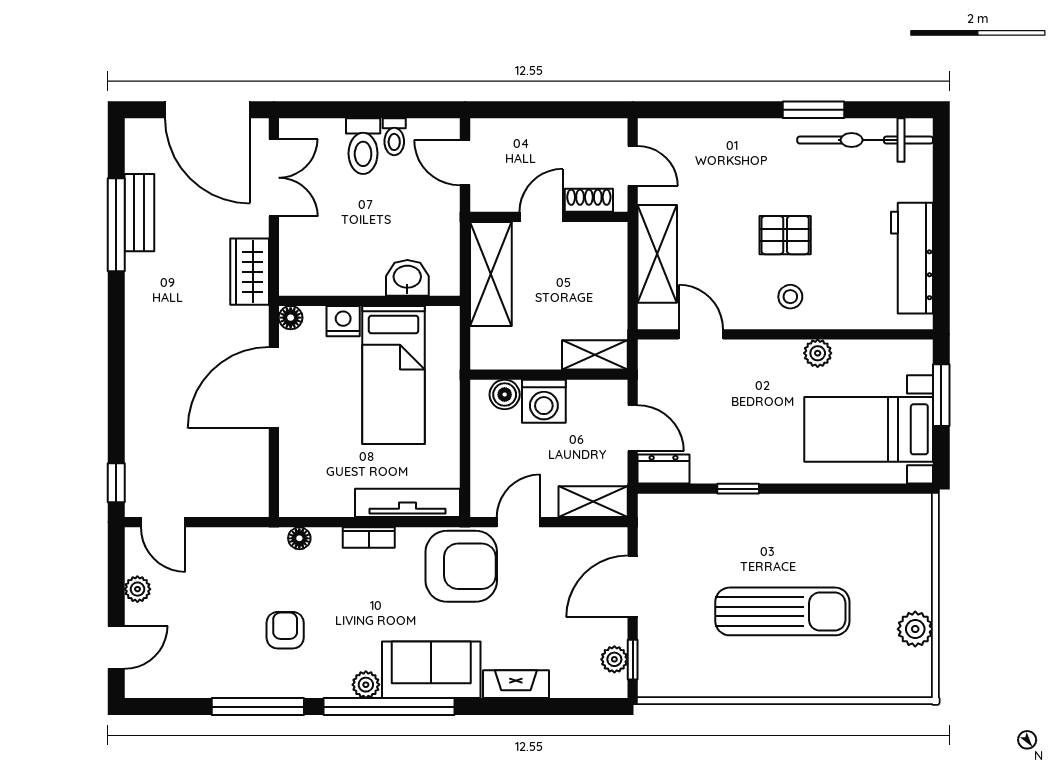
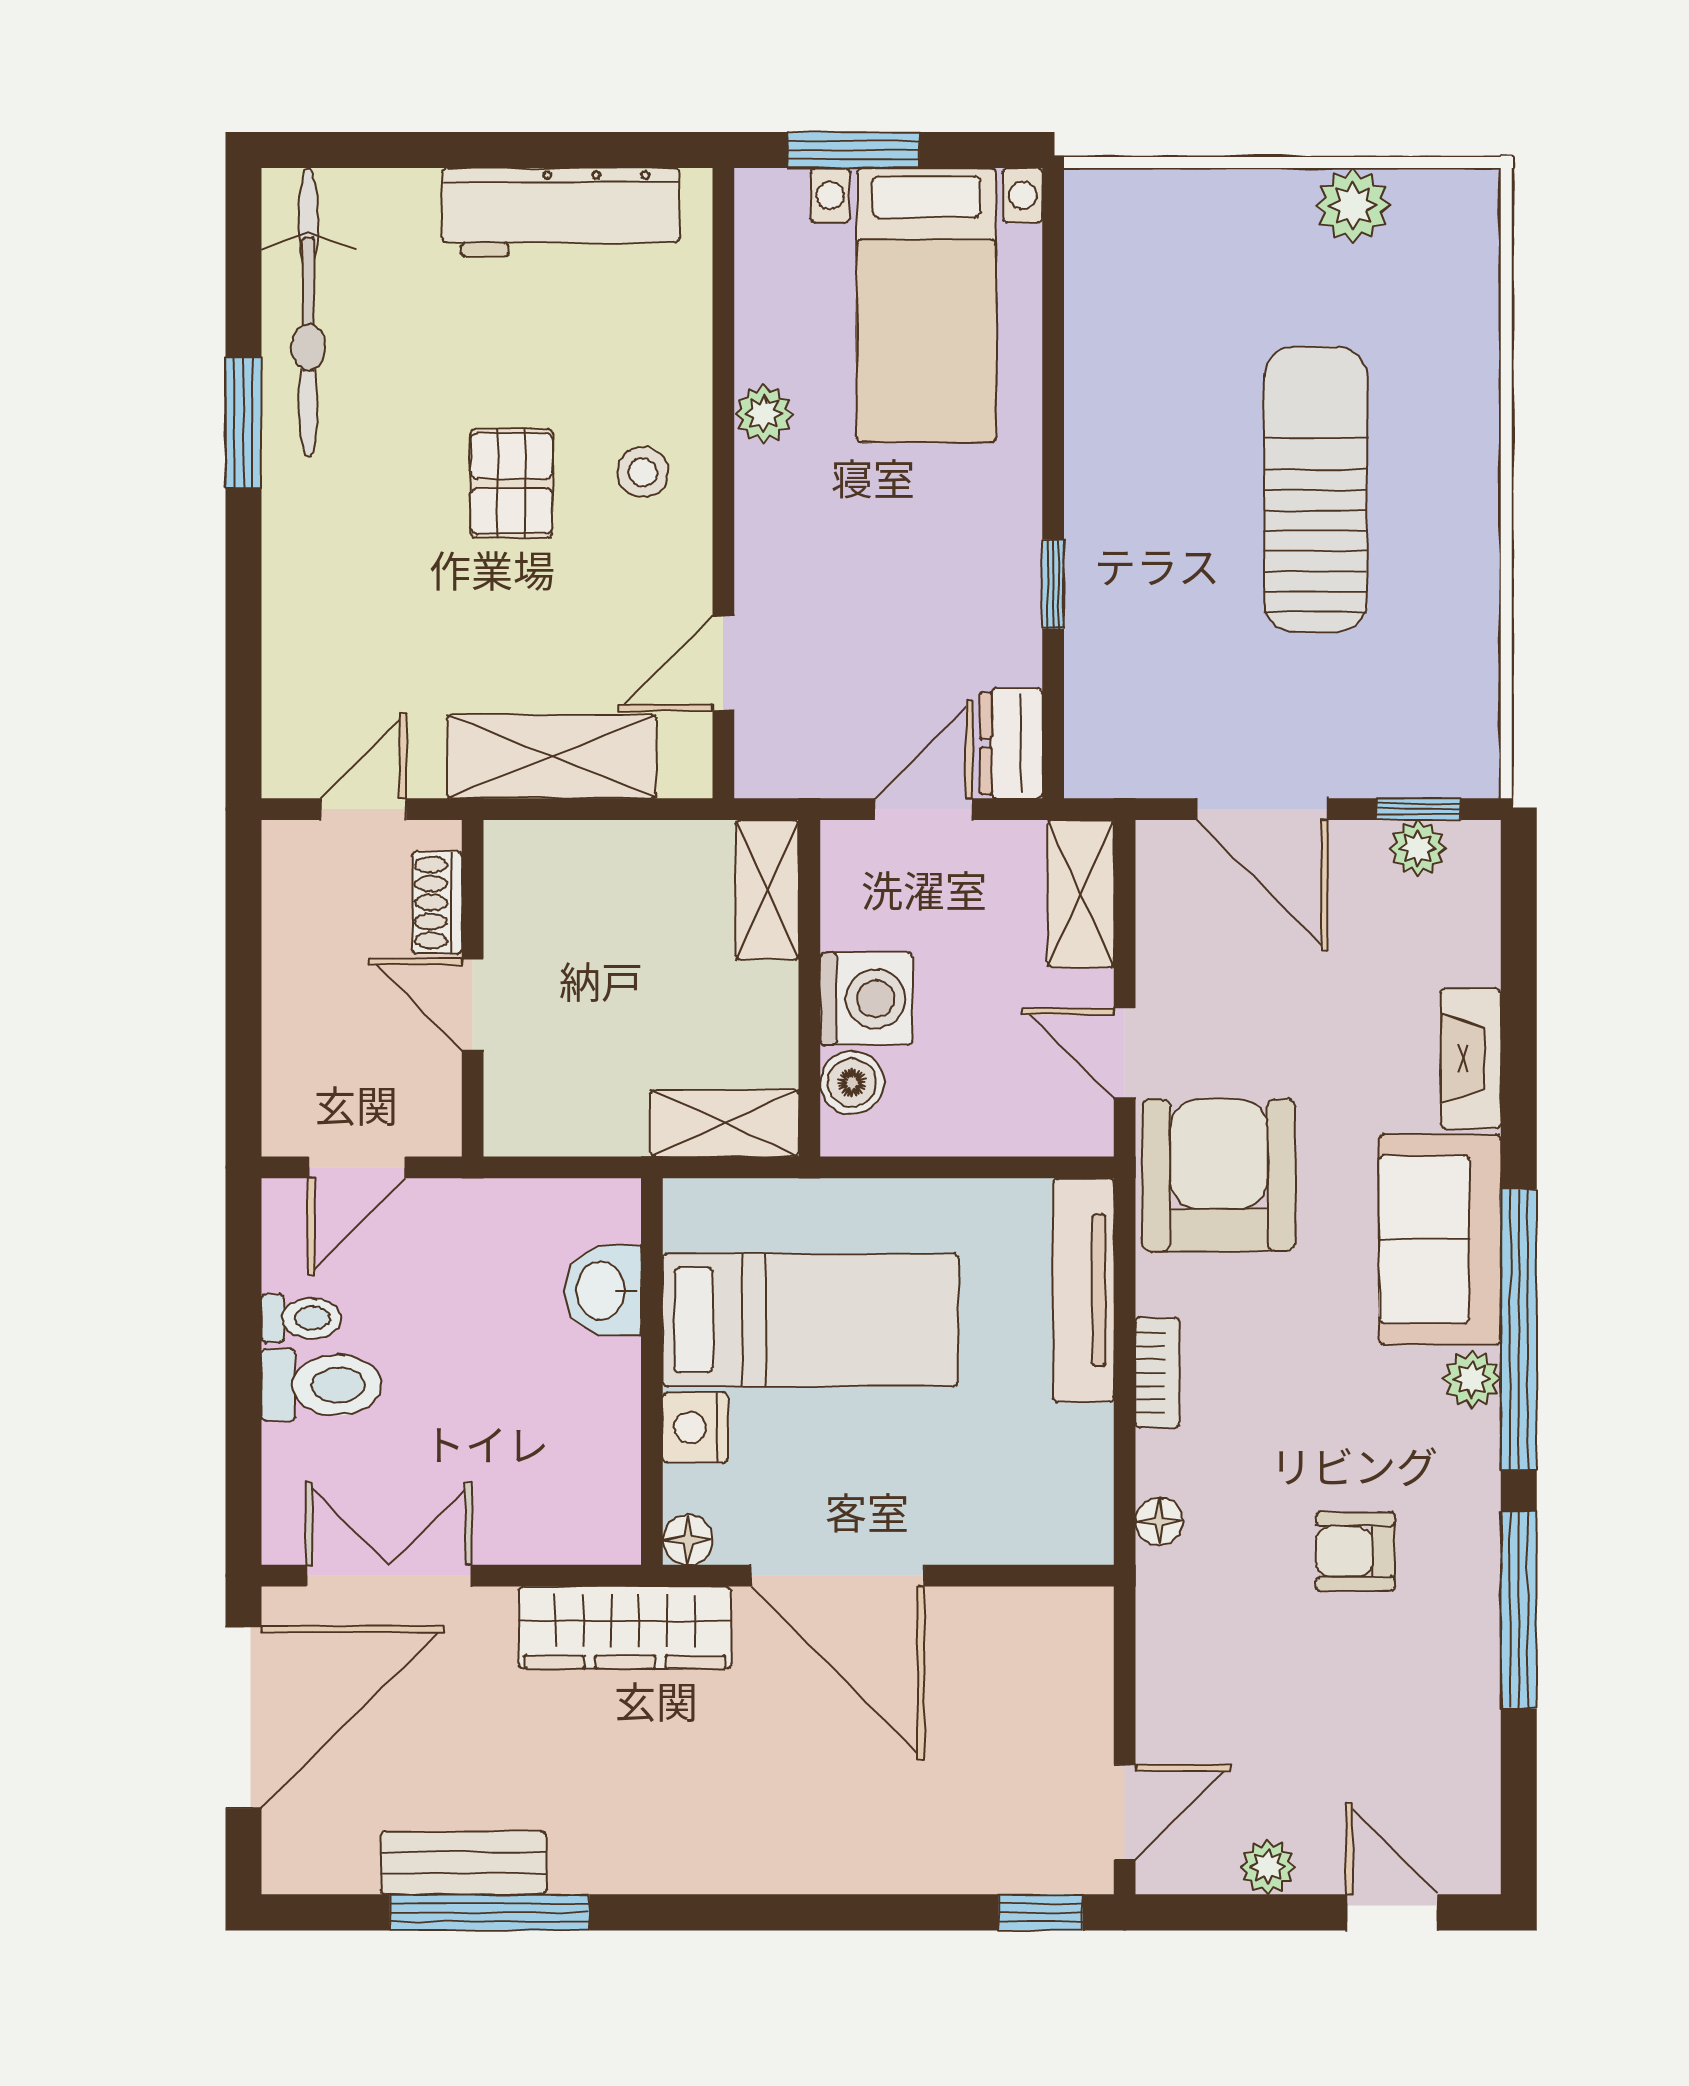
wardrobe: (250, 272) -> (625, 1627), width x1.50
shelving: (491, 274) -> (725, 1123), moved, width x0.67, depth x0.75

